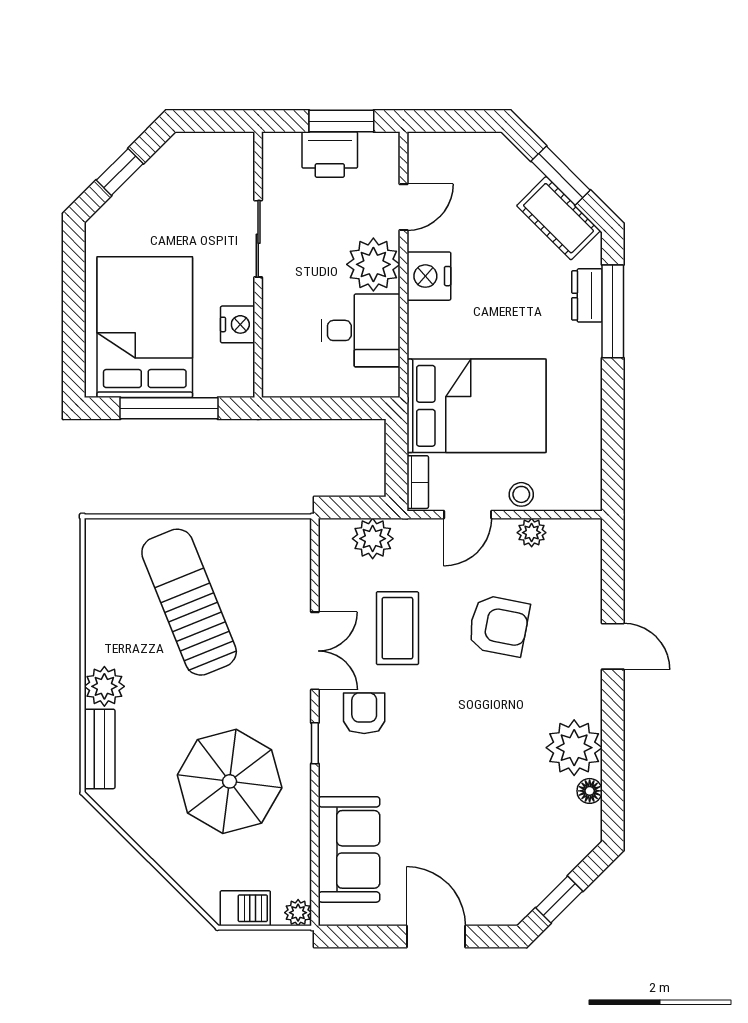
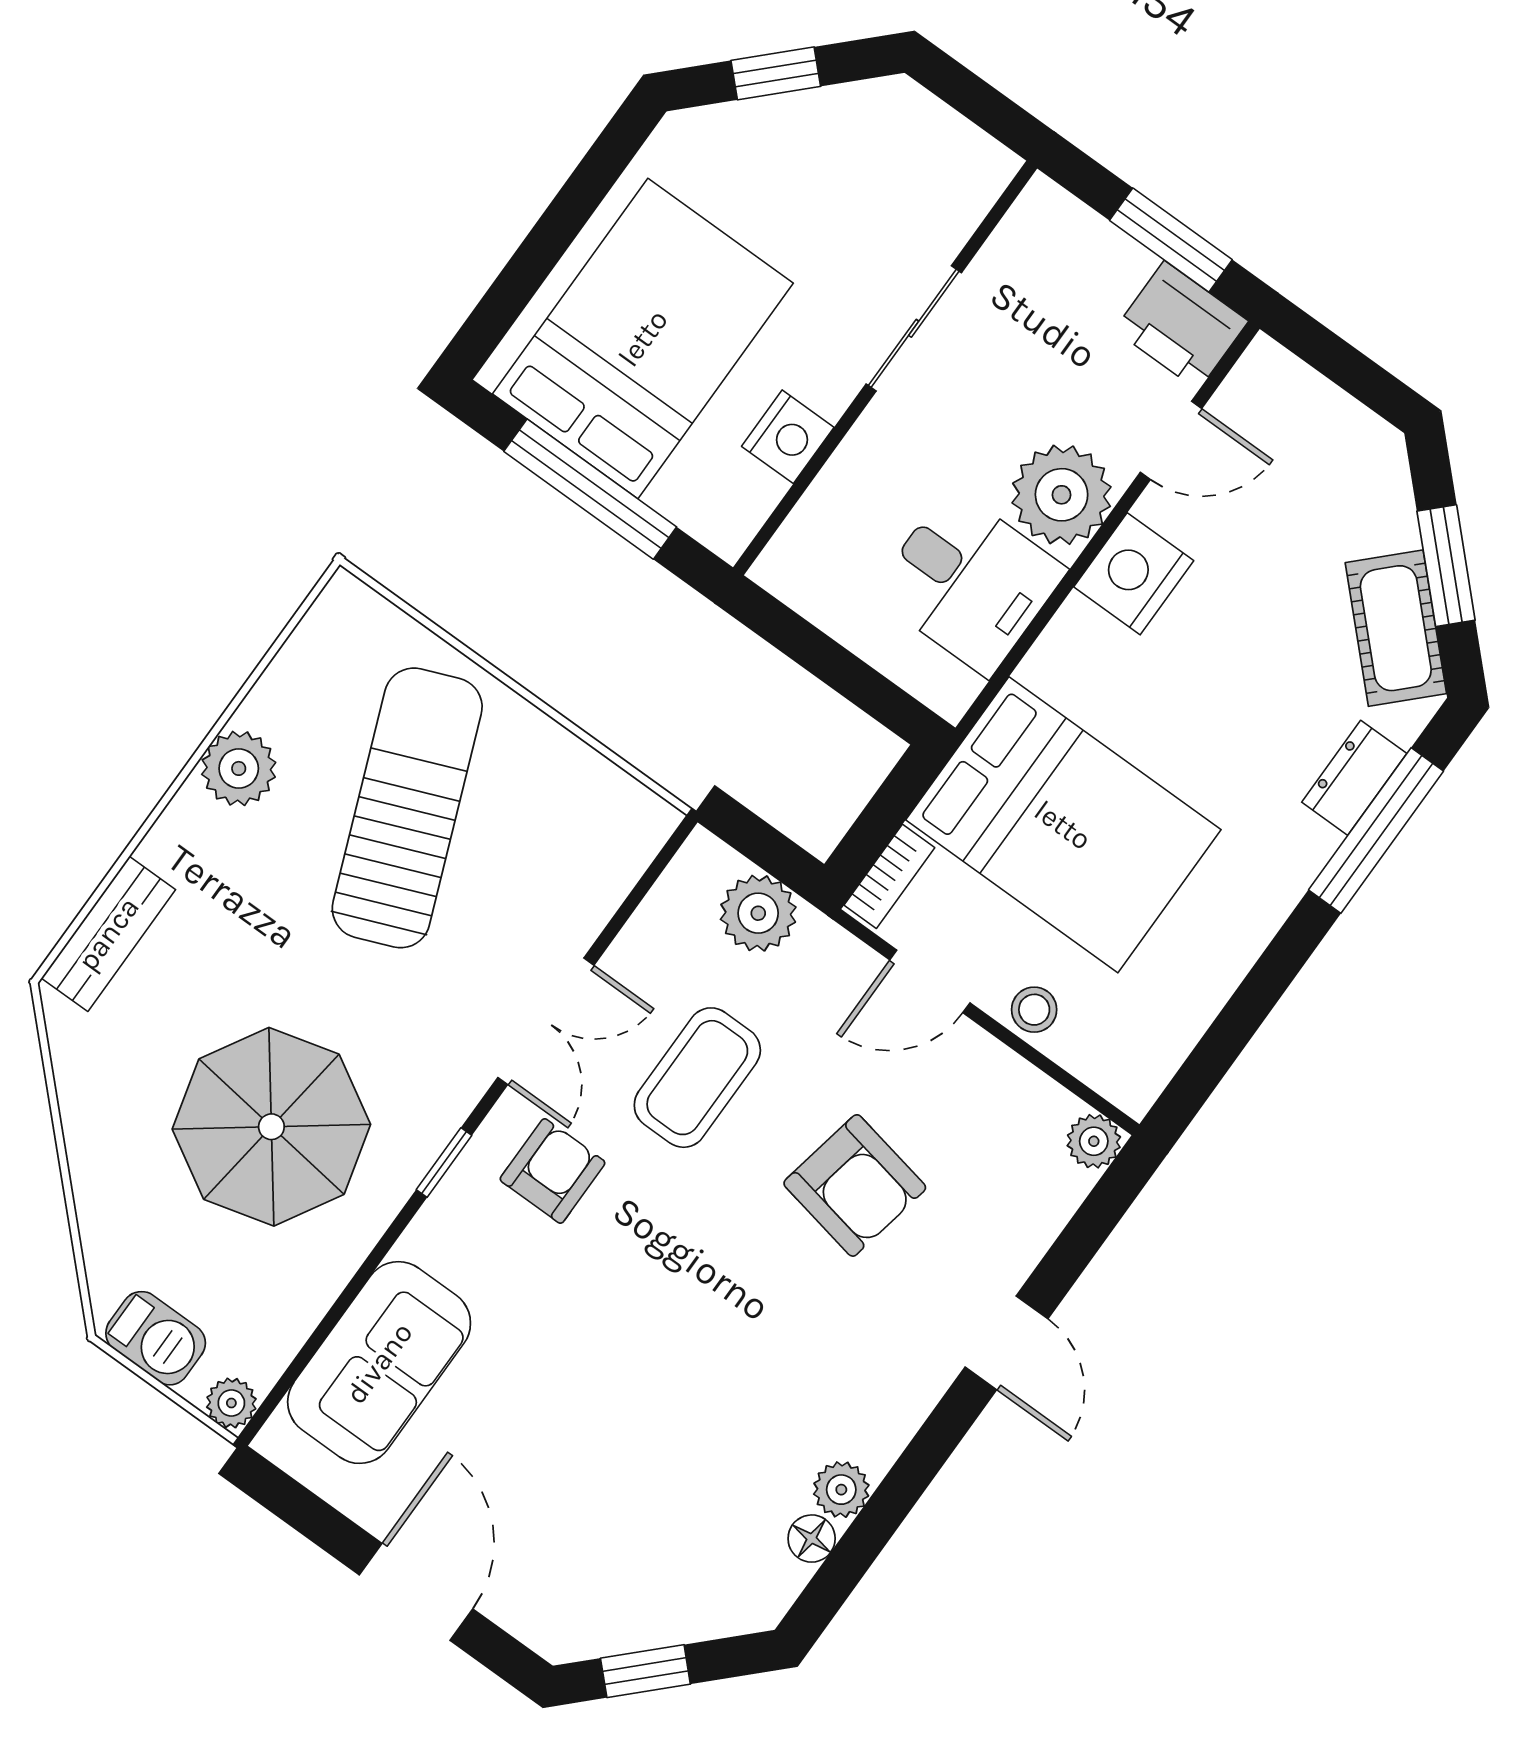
printer: (330, 155) -> (1181, 325), moved
plant: (532, 533) -> (1094, 1141), moved
plant: (104, 686) -> (239, 768), moved
plant: (574, 748) -> (841, 1490), width x0.53, depth x0.53

